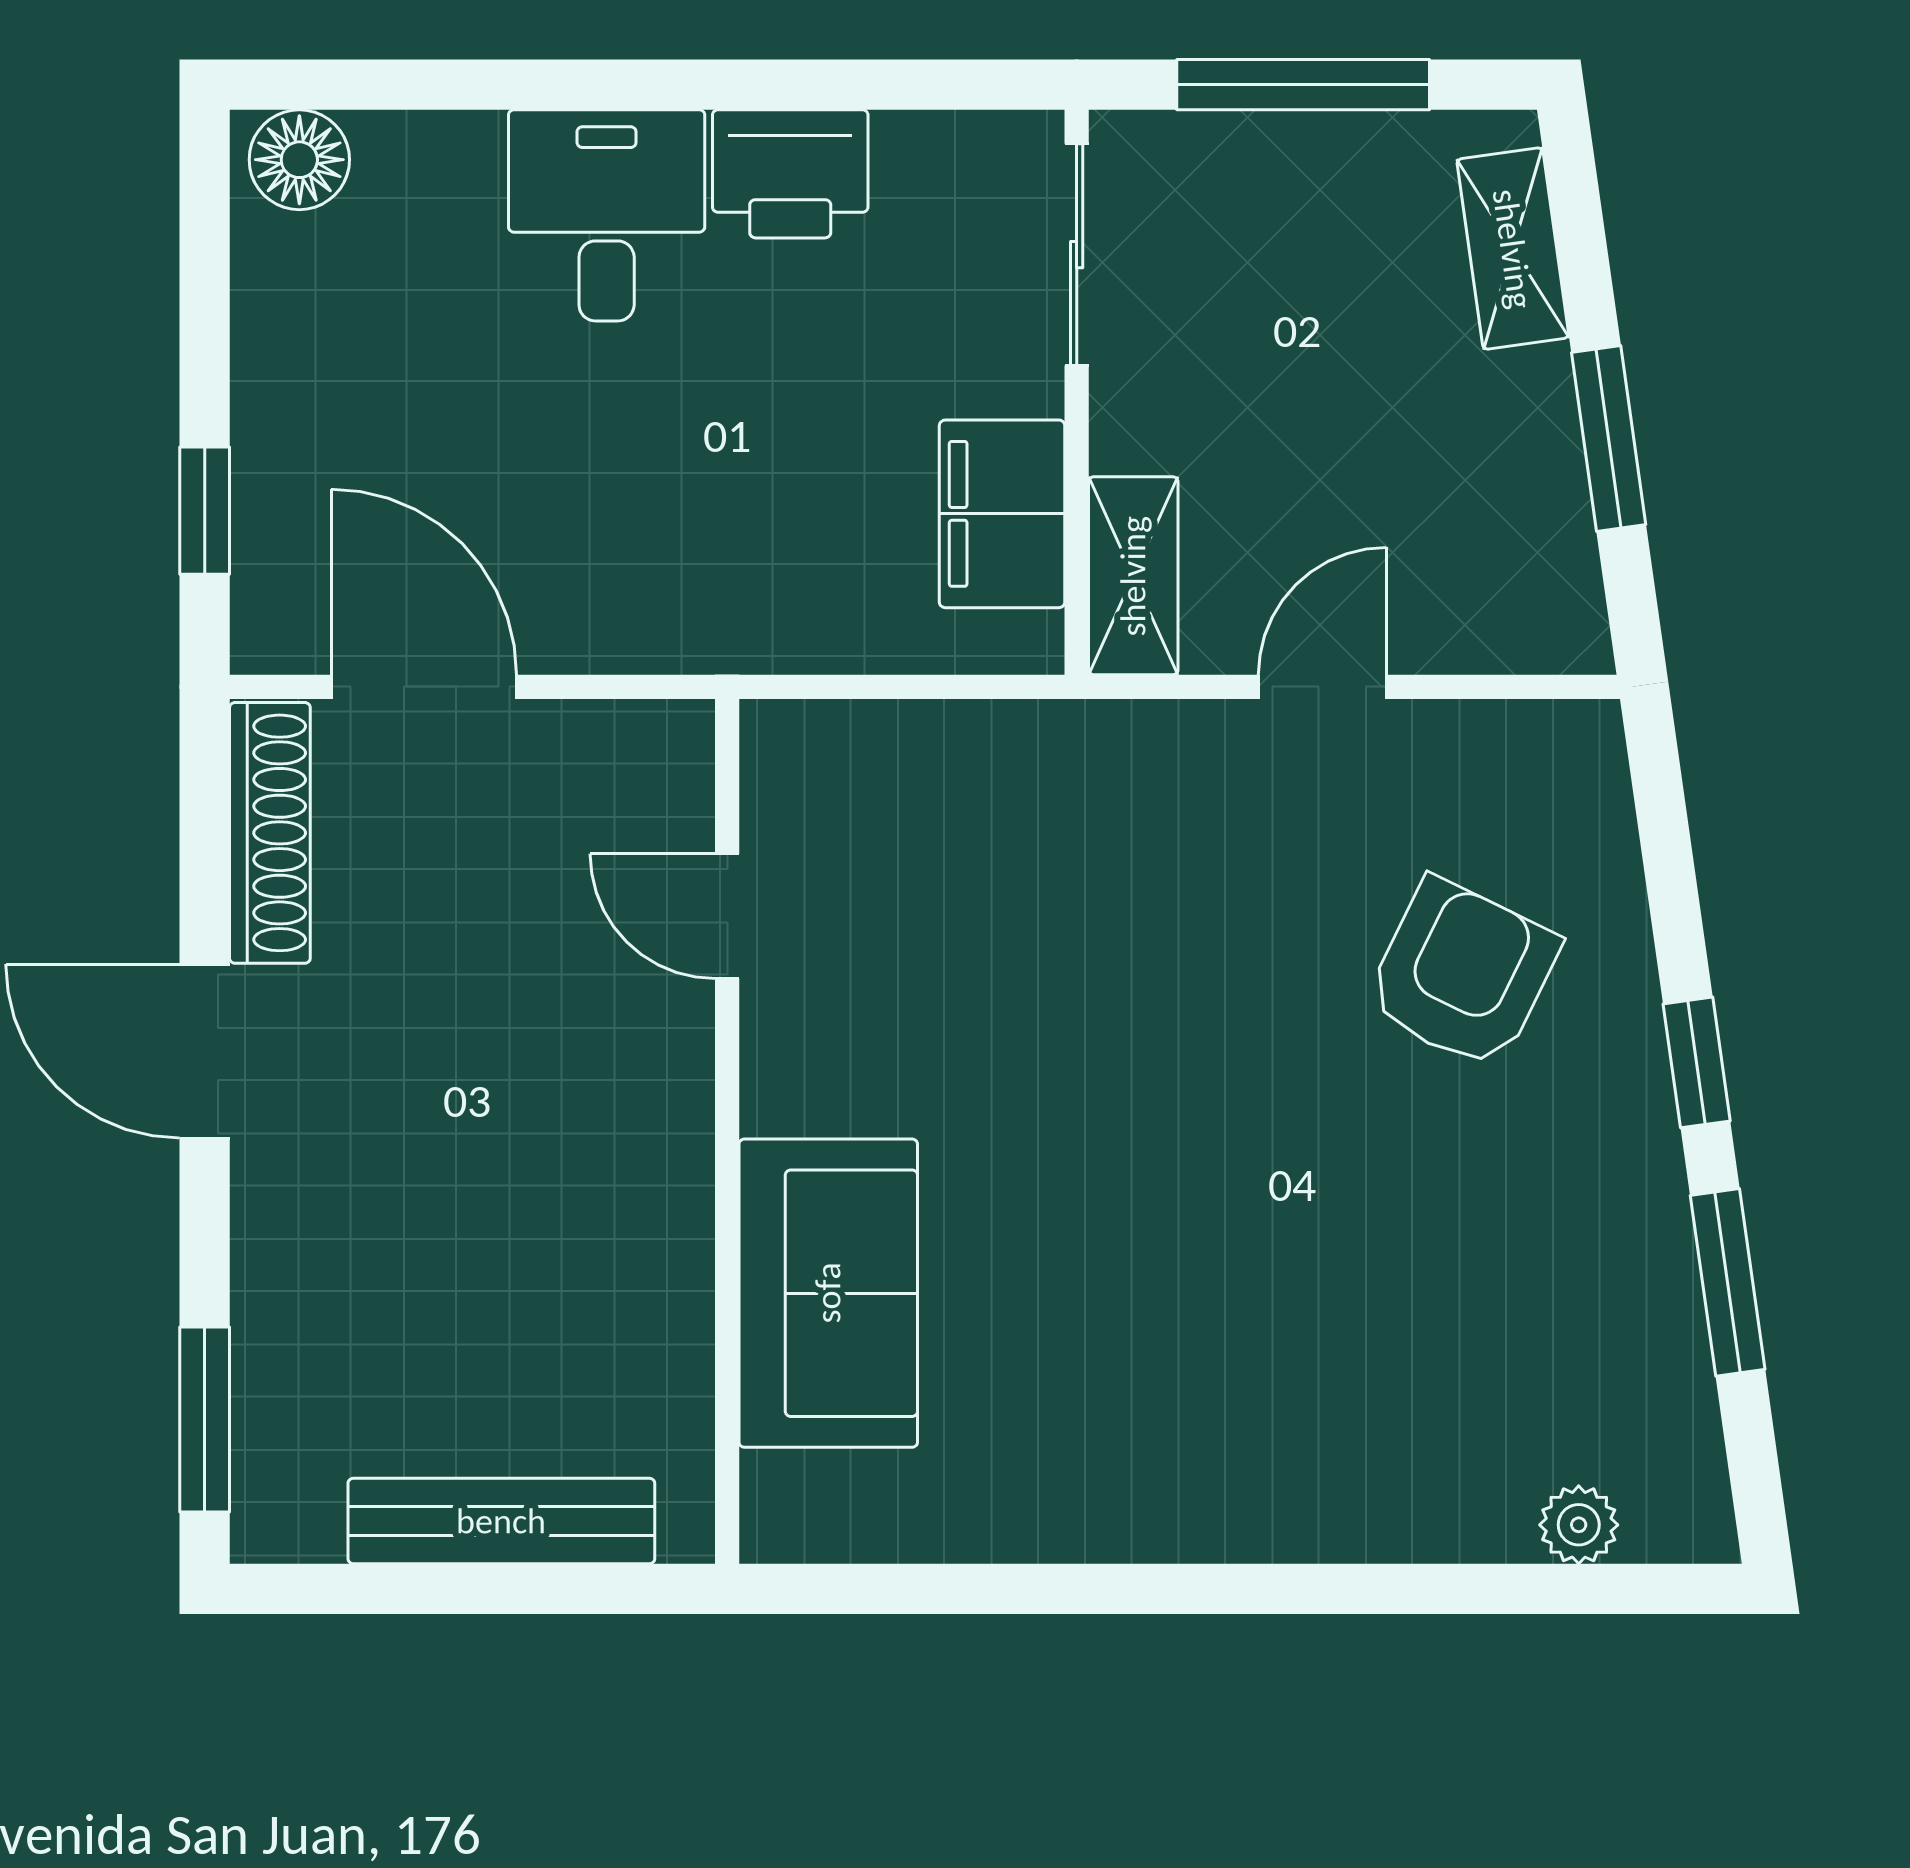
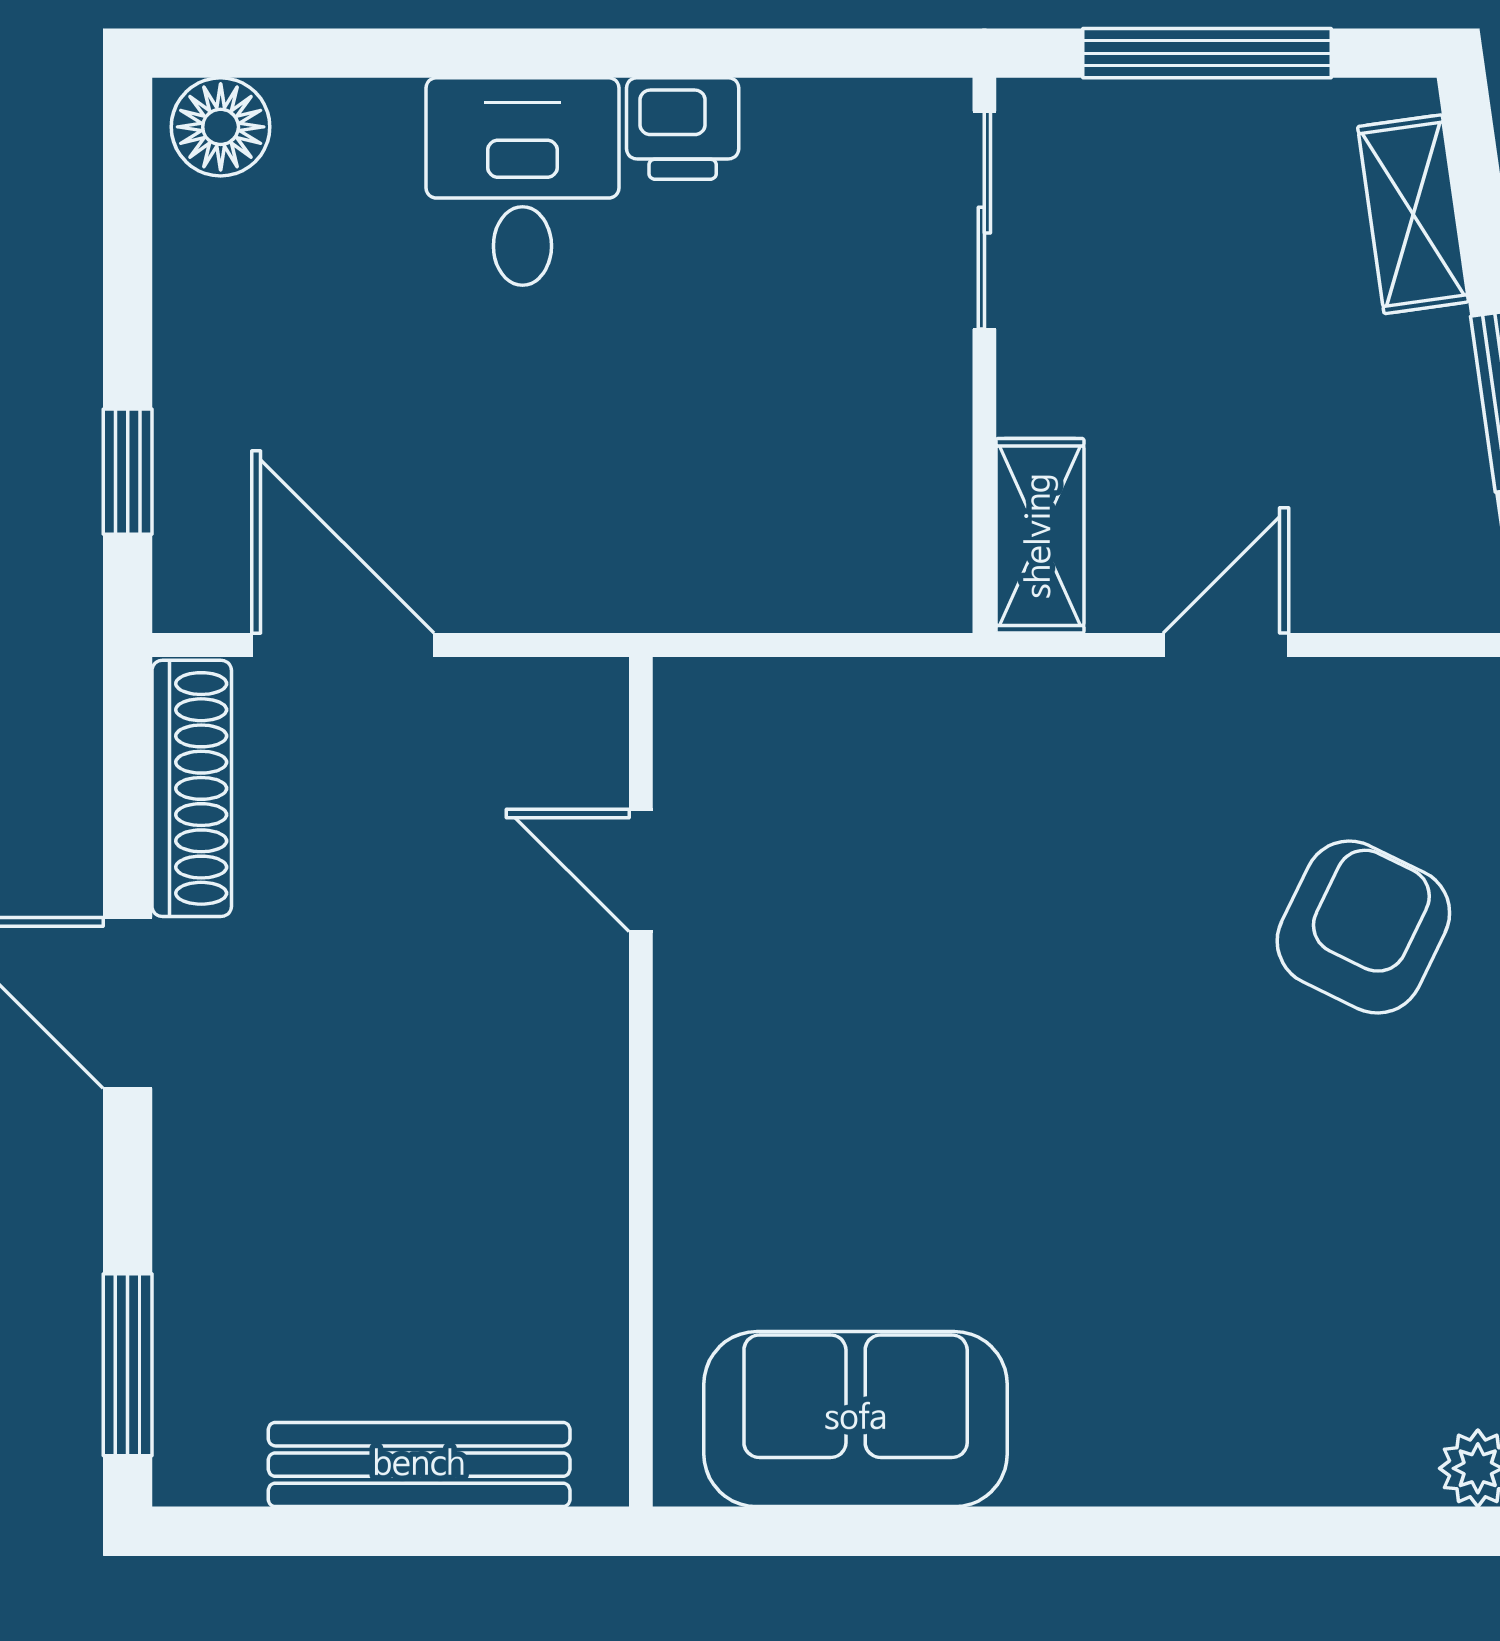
printer: (790, 174) -> (683, 129), width x0.73, depth x0.81
filing cabinet: (1002, 514) -> (911, 475), removed
sofa: (828, 1293) -> (856, 1419), moved, turned -90

